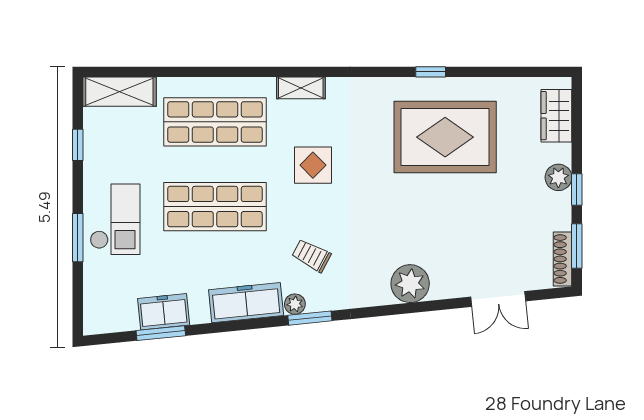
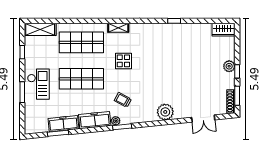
wardrobe: (556, 116) -> (224, 30), moved, turned -90
rug: (445, 137) -> (180, 49), removed
freezer: (164, 312) -> (63, 124), width x1.40

